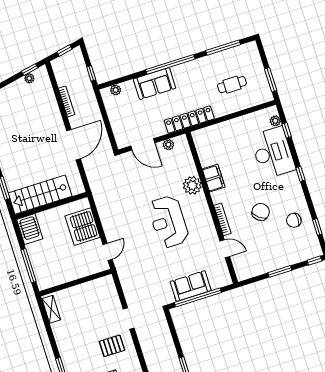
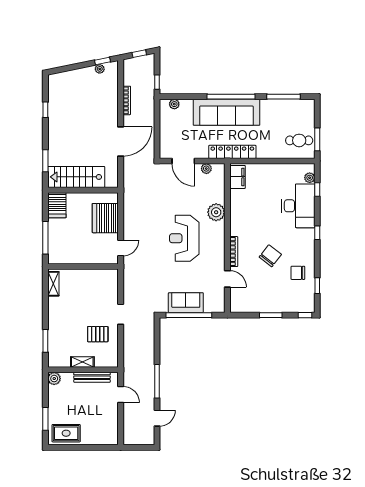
sofa: (154, 84) -> (226, 112), width x1.85, depth x1.27
cafe table: (232, 85) -> (299, 140), moved
filing cabinet: (214, 178) -> (238, 177), moved

